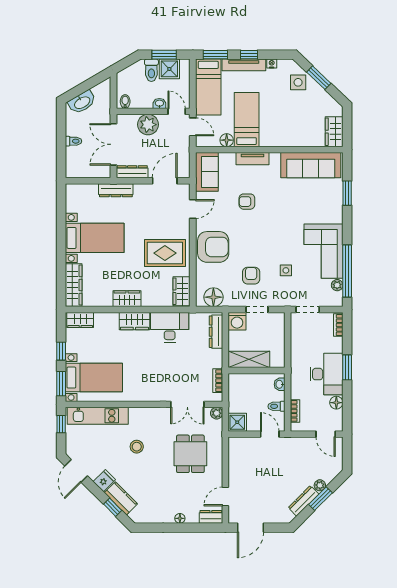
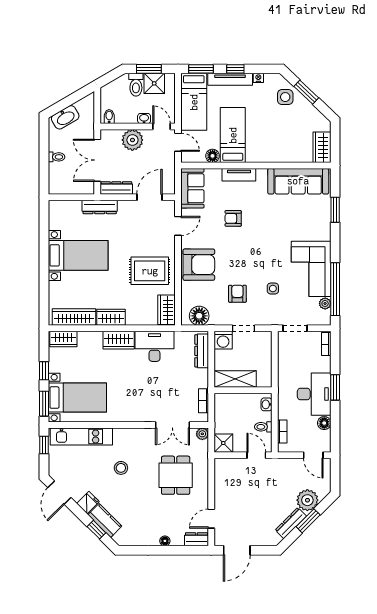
wardrobe: (74, 285) -> (74, 317), moved, turned -90
plant: (320, 485) -> (307, 500), width x1.88, depth x1.88

